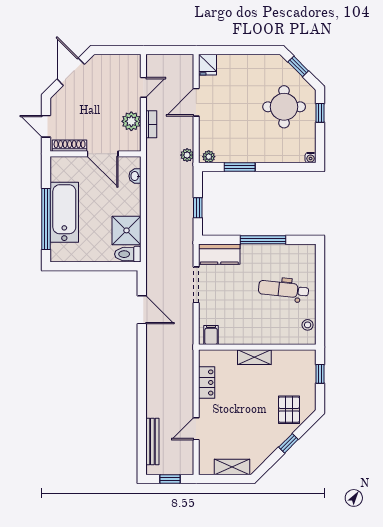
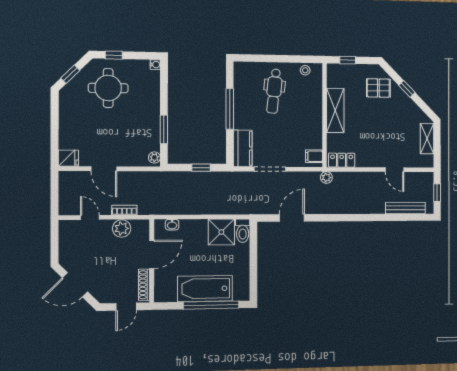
plant: (187, 155) -> (326, 177), moved
shelving: (254, 357) -> (335, 110), width x1.50, depth x1.33
locker: (207, 382) -> (342, 160), moved

